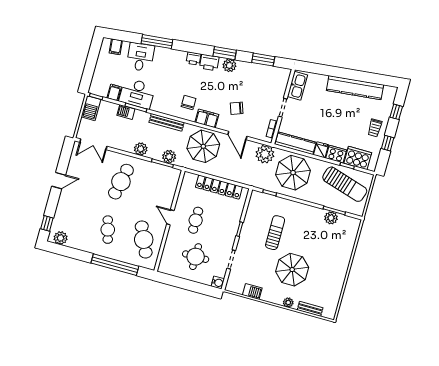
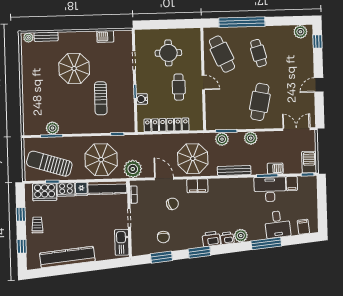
plant: (229, 65) -> (241, 236), moved
chair: (189, 102) -> (163, 237), moved
water cooler: (218, 283) -> (142, 99), moved
plant: (288, 303) -> (28, 38), moved

